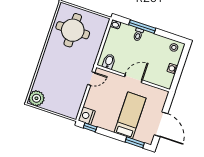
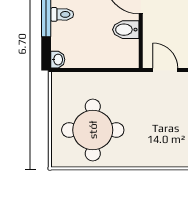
bidet: (109, 61) -> (126, 30), moved

